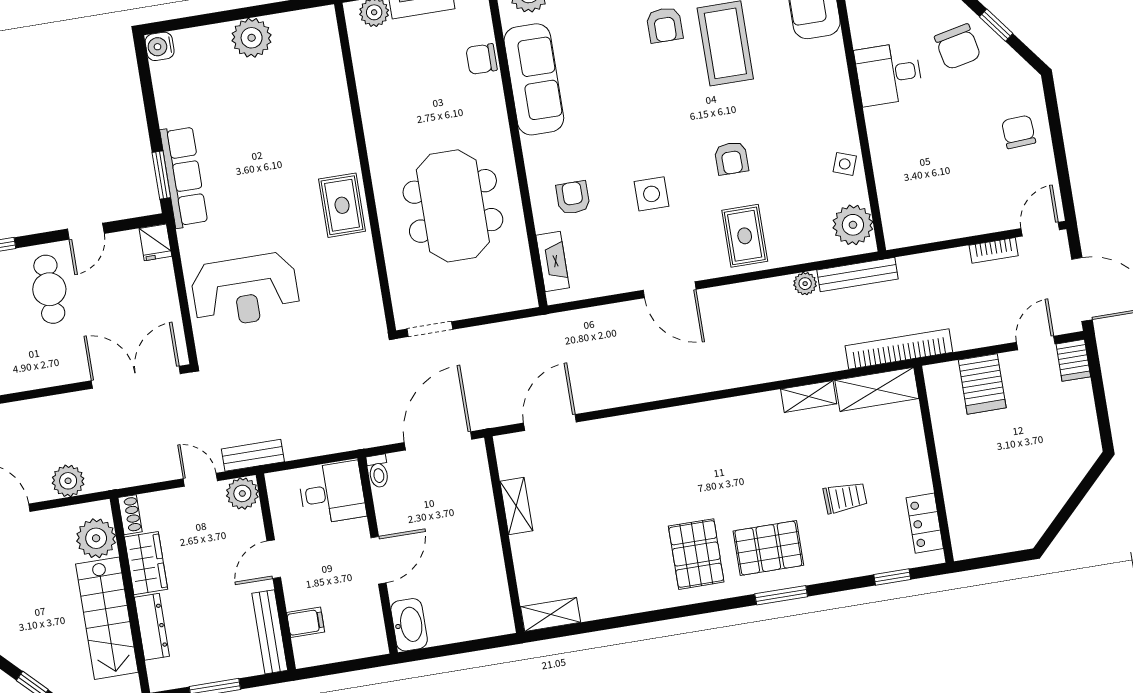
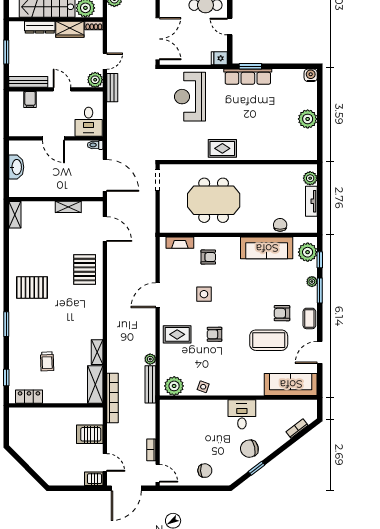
pallet: (768, 548) -> (85, 270), moved
washbasin: (409, 625) -> (16, 167), moved, turned -90

